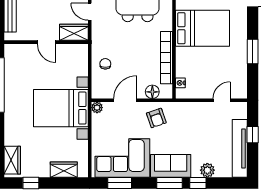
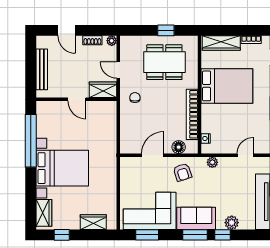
chair: (105, 64) -> (135, 98), moved
bed with nightstands: (61, 108) -> (62, 168), moved, turned 180
plant: (97, 108) -> (212, 162), moved

